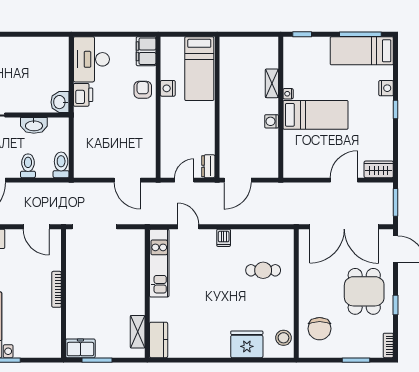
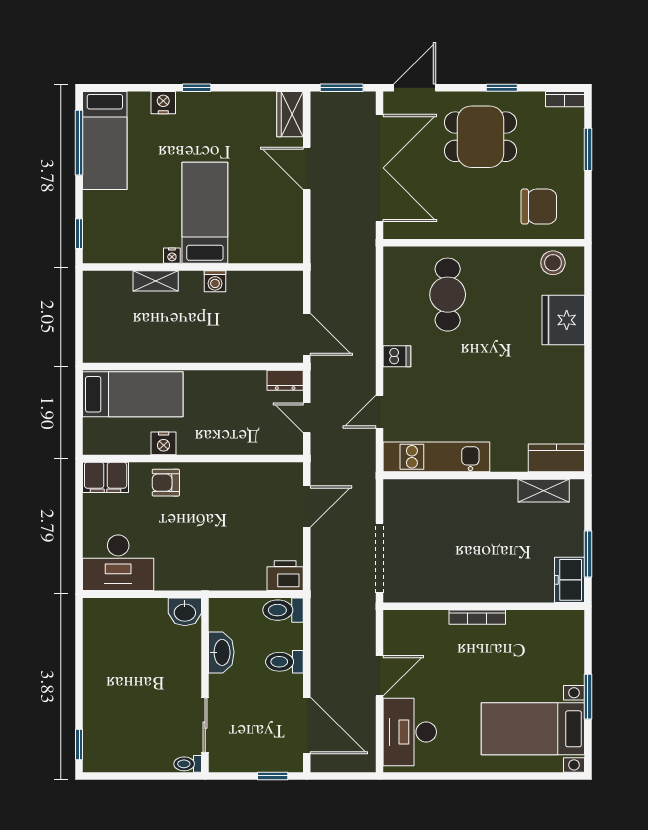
printer: (83, 95) -> (285, 576), moved
door: (36, 227) -> (380, 676), moved
cafe table: (263, 270) -> (448, 295), width x1.37, depth x1.35

